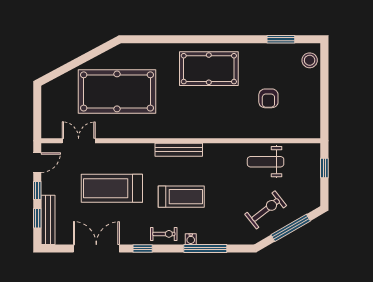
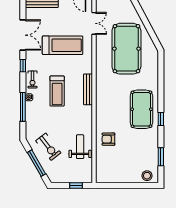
window: (224, 39) -> (161, 119), added
armchair: (268, 98) -> (108, 139), moved
treadmill: (112, 188) -> (63, 45), turned 90

